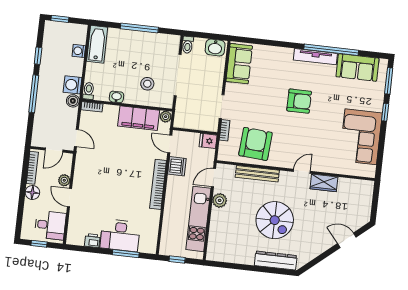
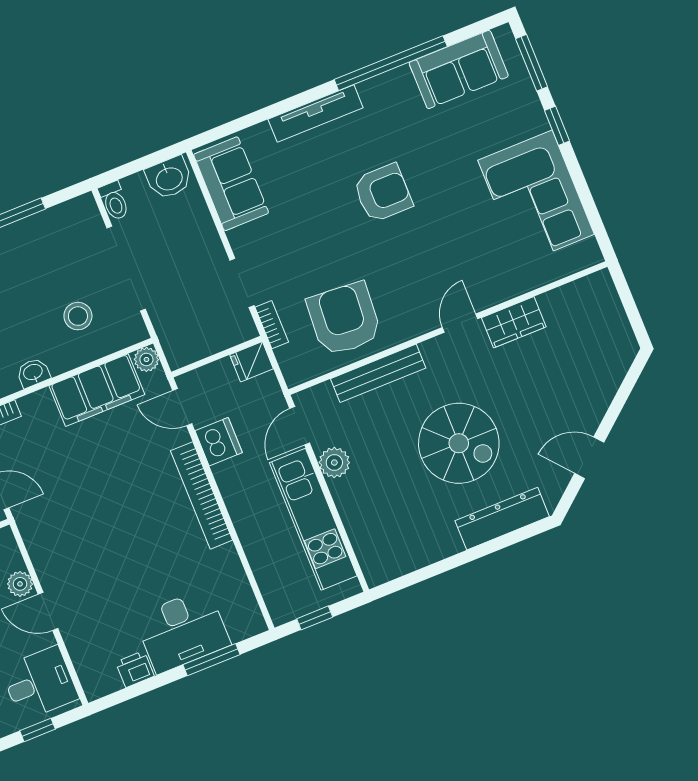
tv unit: (315, 57) -> (316, 113), moved
door: (347, 240) -> (589, 458), moved

